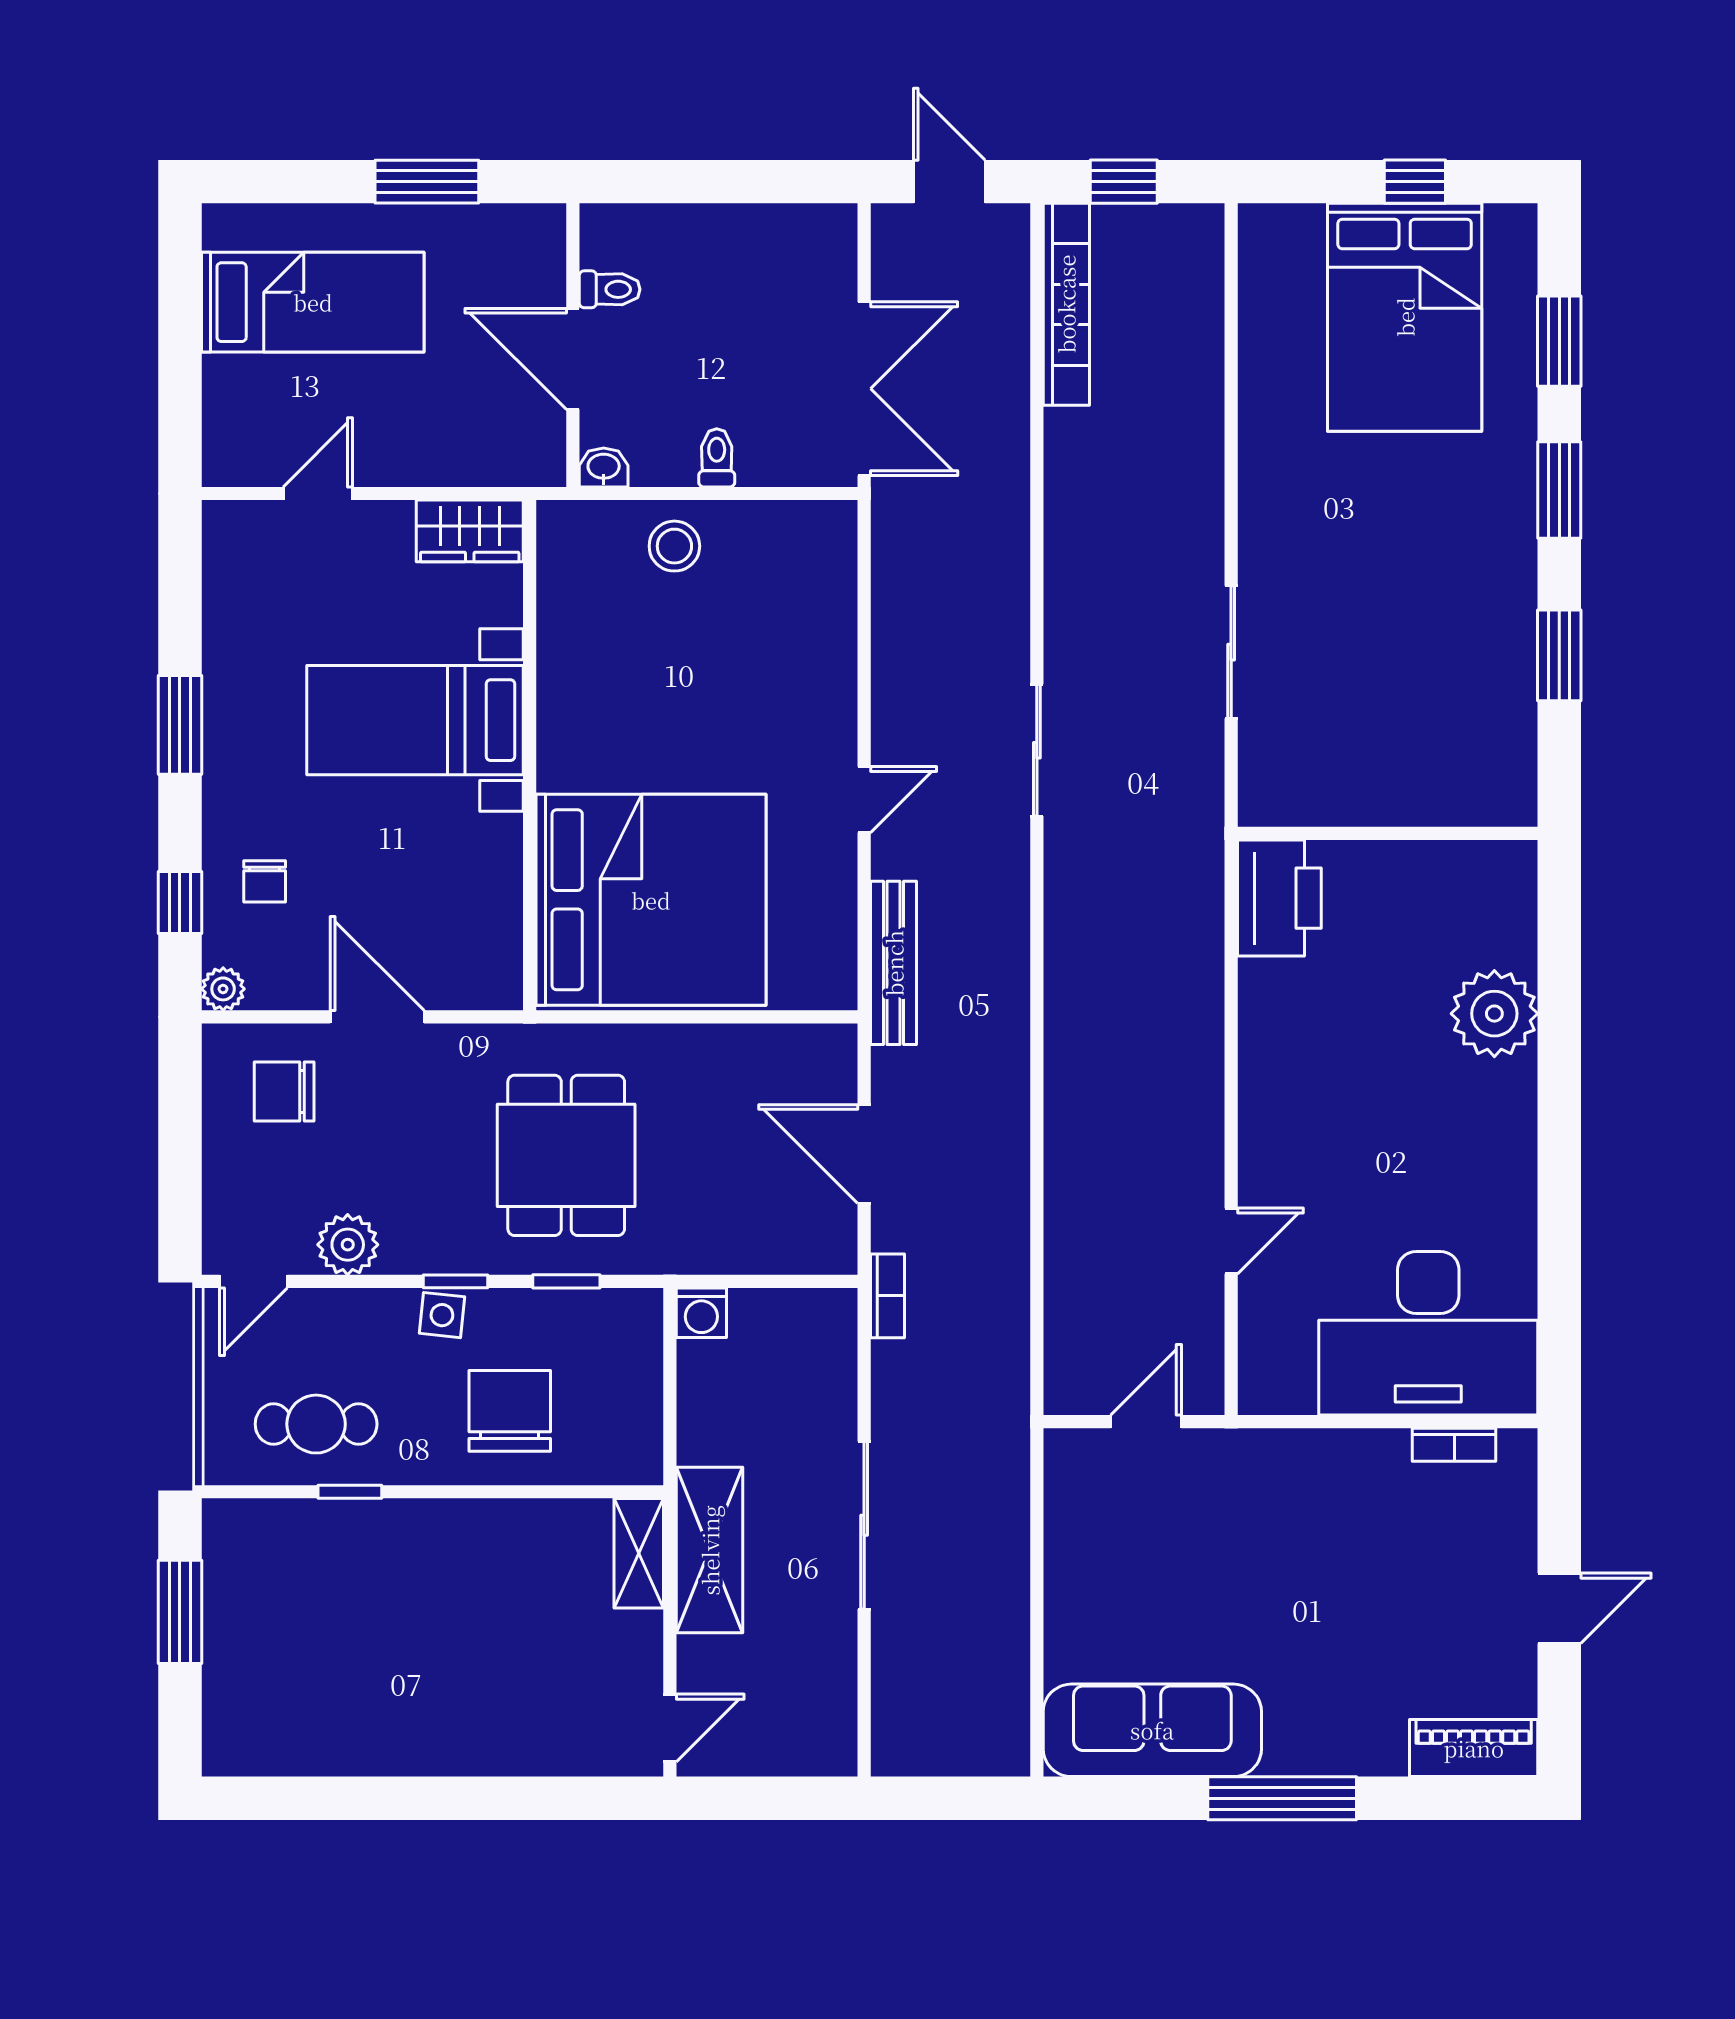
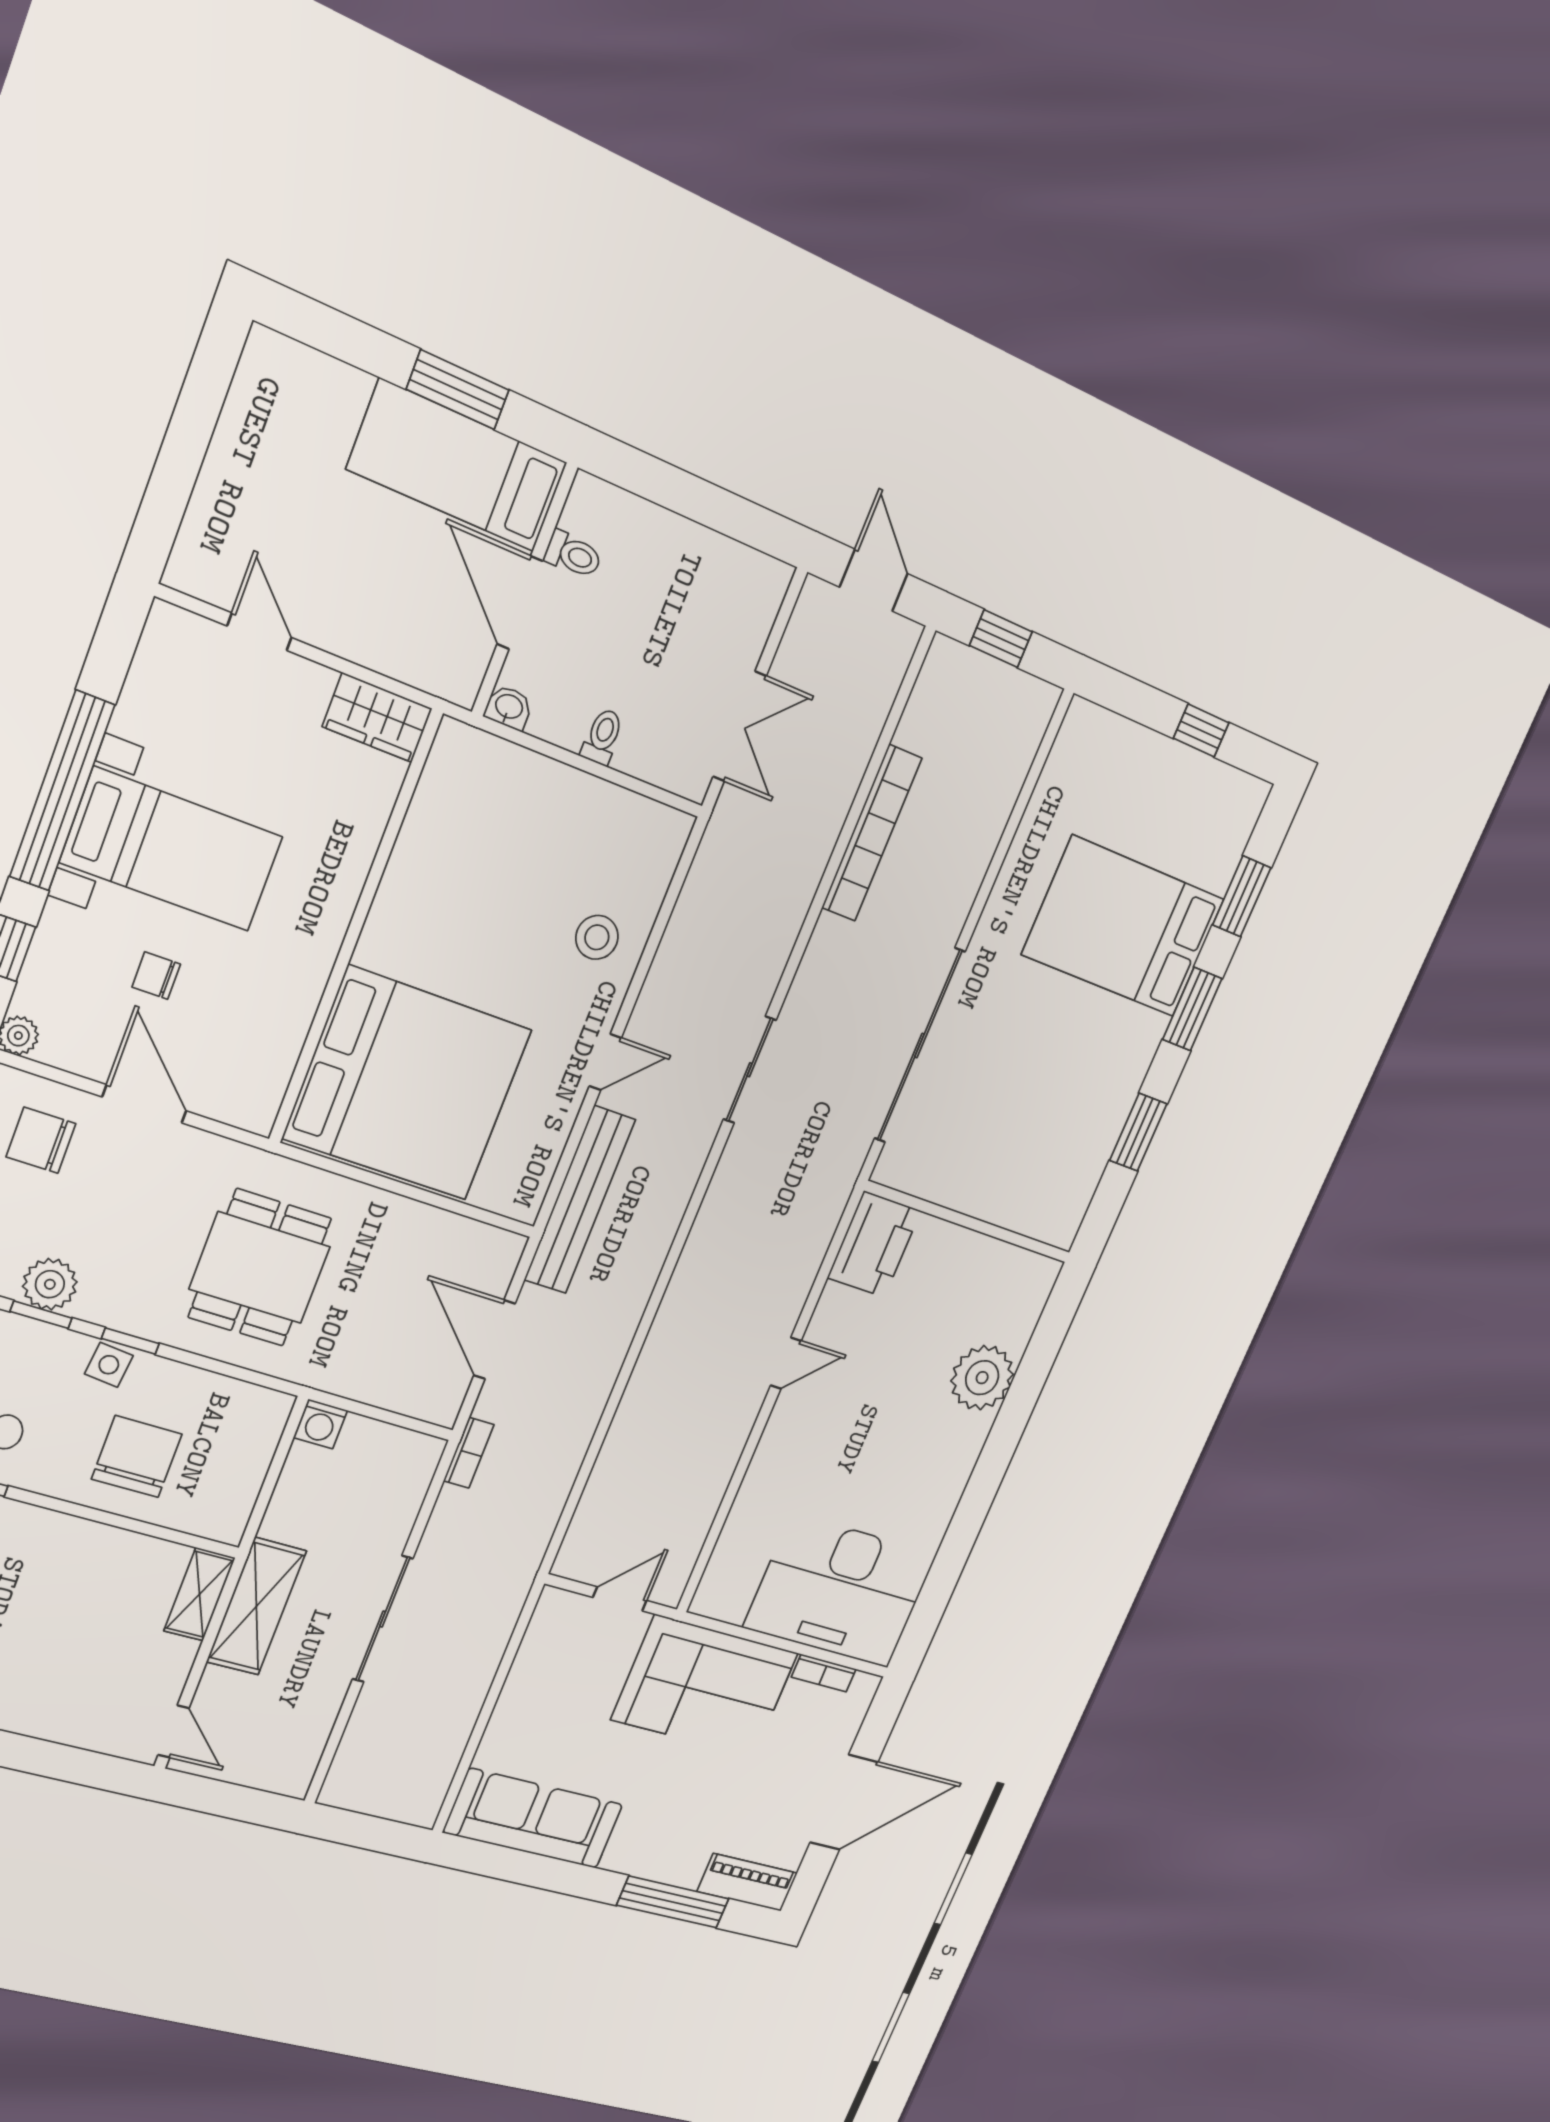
bed: (313, 302) -> (457, 466), moved, turned 180
bookcase: (1066, 304) -> (872, 833), moved
bed: (1405, 317) -> (1123, 927), moved, turned 90
double door: (864, 389) -> (740, 726), width x0.73
door: (318, 493) -> (259, 632), hinge flipped
stool: (674, 546) -> (597, 937), moved
sliding door: (1231, 652) -> (920, 1046), width x1.86
bed with nightstands: (415, 720) -> (172, 850), moved, turned 180
window: (180, 725) -> (62, 791), width x2.11
chair: (265, 881) -> (156, 976), moved, turned 90
bench: (894, 963) -> (580, 1200), width x1.37, depth x1.21
door: (1231, 1241) -> (786, 1363), moved
window: (566, 1281) -> (41, 1315), moved
corner sofa: (1303, 1503) -> (705, 1686), added
door: (1559, 1608) -> (844, 1802), width x1.88
door: (670, 1728) -> (173, 1731), hinge flipped
window: (1282, 1798) -> (673, 1902), moved

